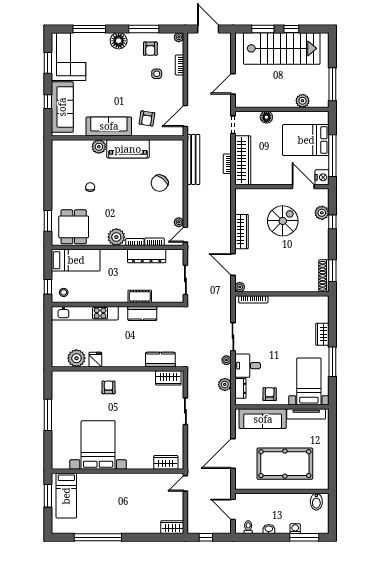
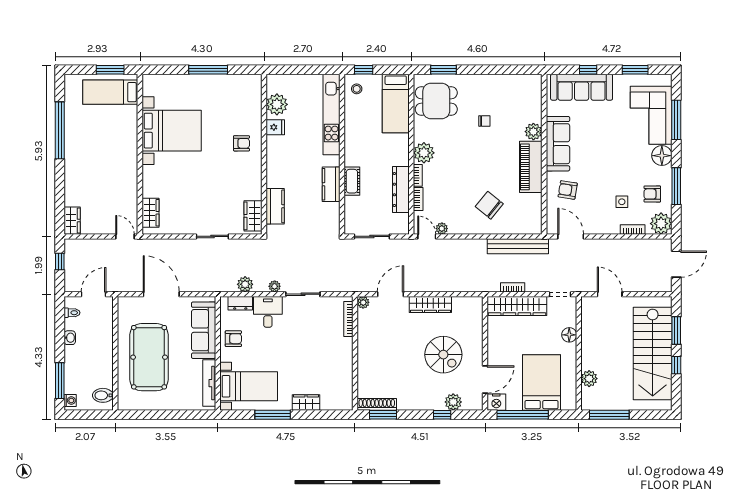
plant: (179, 37) -> (661, 224), width x1.87, depth x1.87
corner sofa: (69, 57) -> (651, 115), moved, turned 90
washing machine: (295, 529) -> (70, 401), moved

